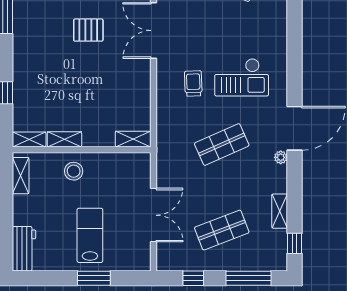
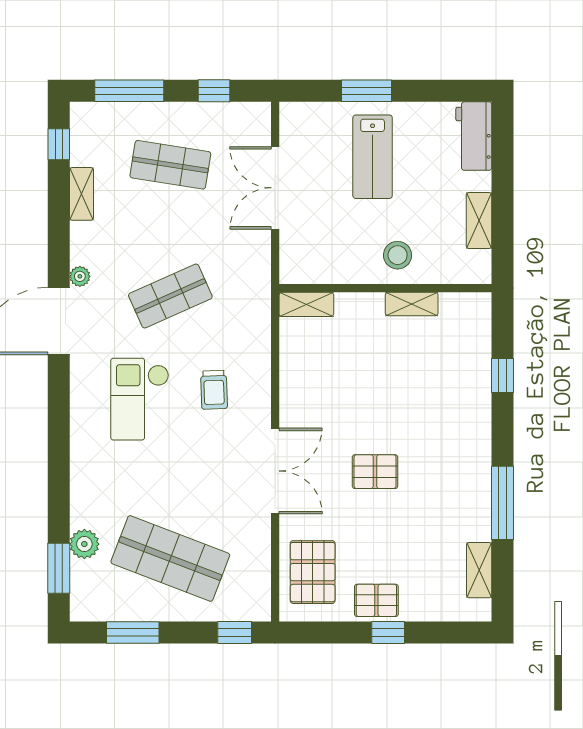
checkout: (242, 77) -> (140, 399), turned -90
shelving: (29, 139) -> (466, 304), removed
shelving: (21, 176) -> (479, 220), moved
shop shelf: (222, 230) -> (170, 165), turned 30

